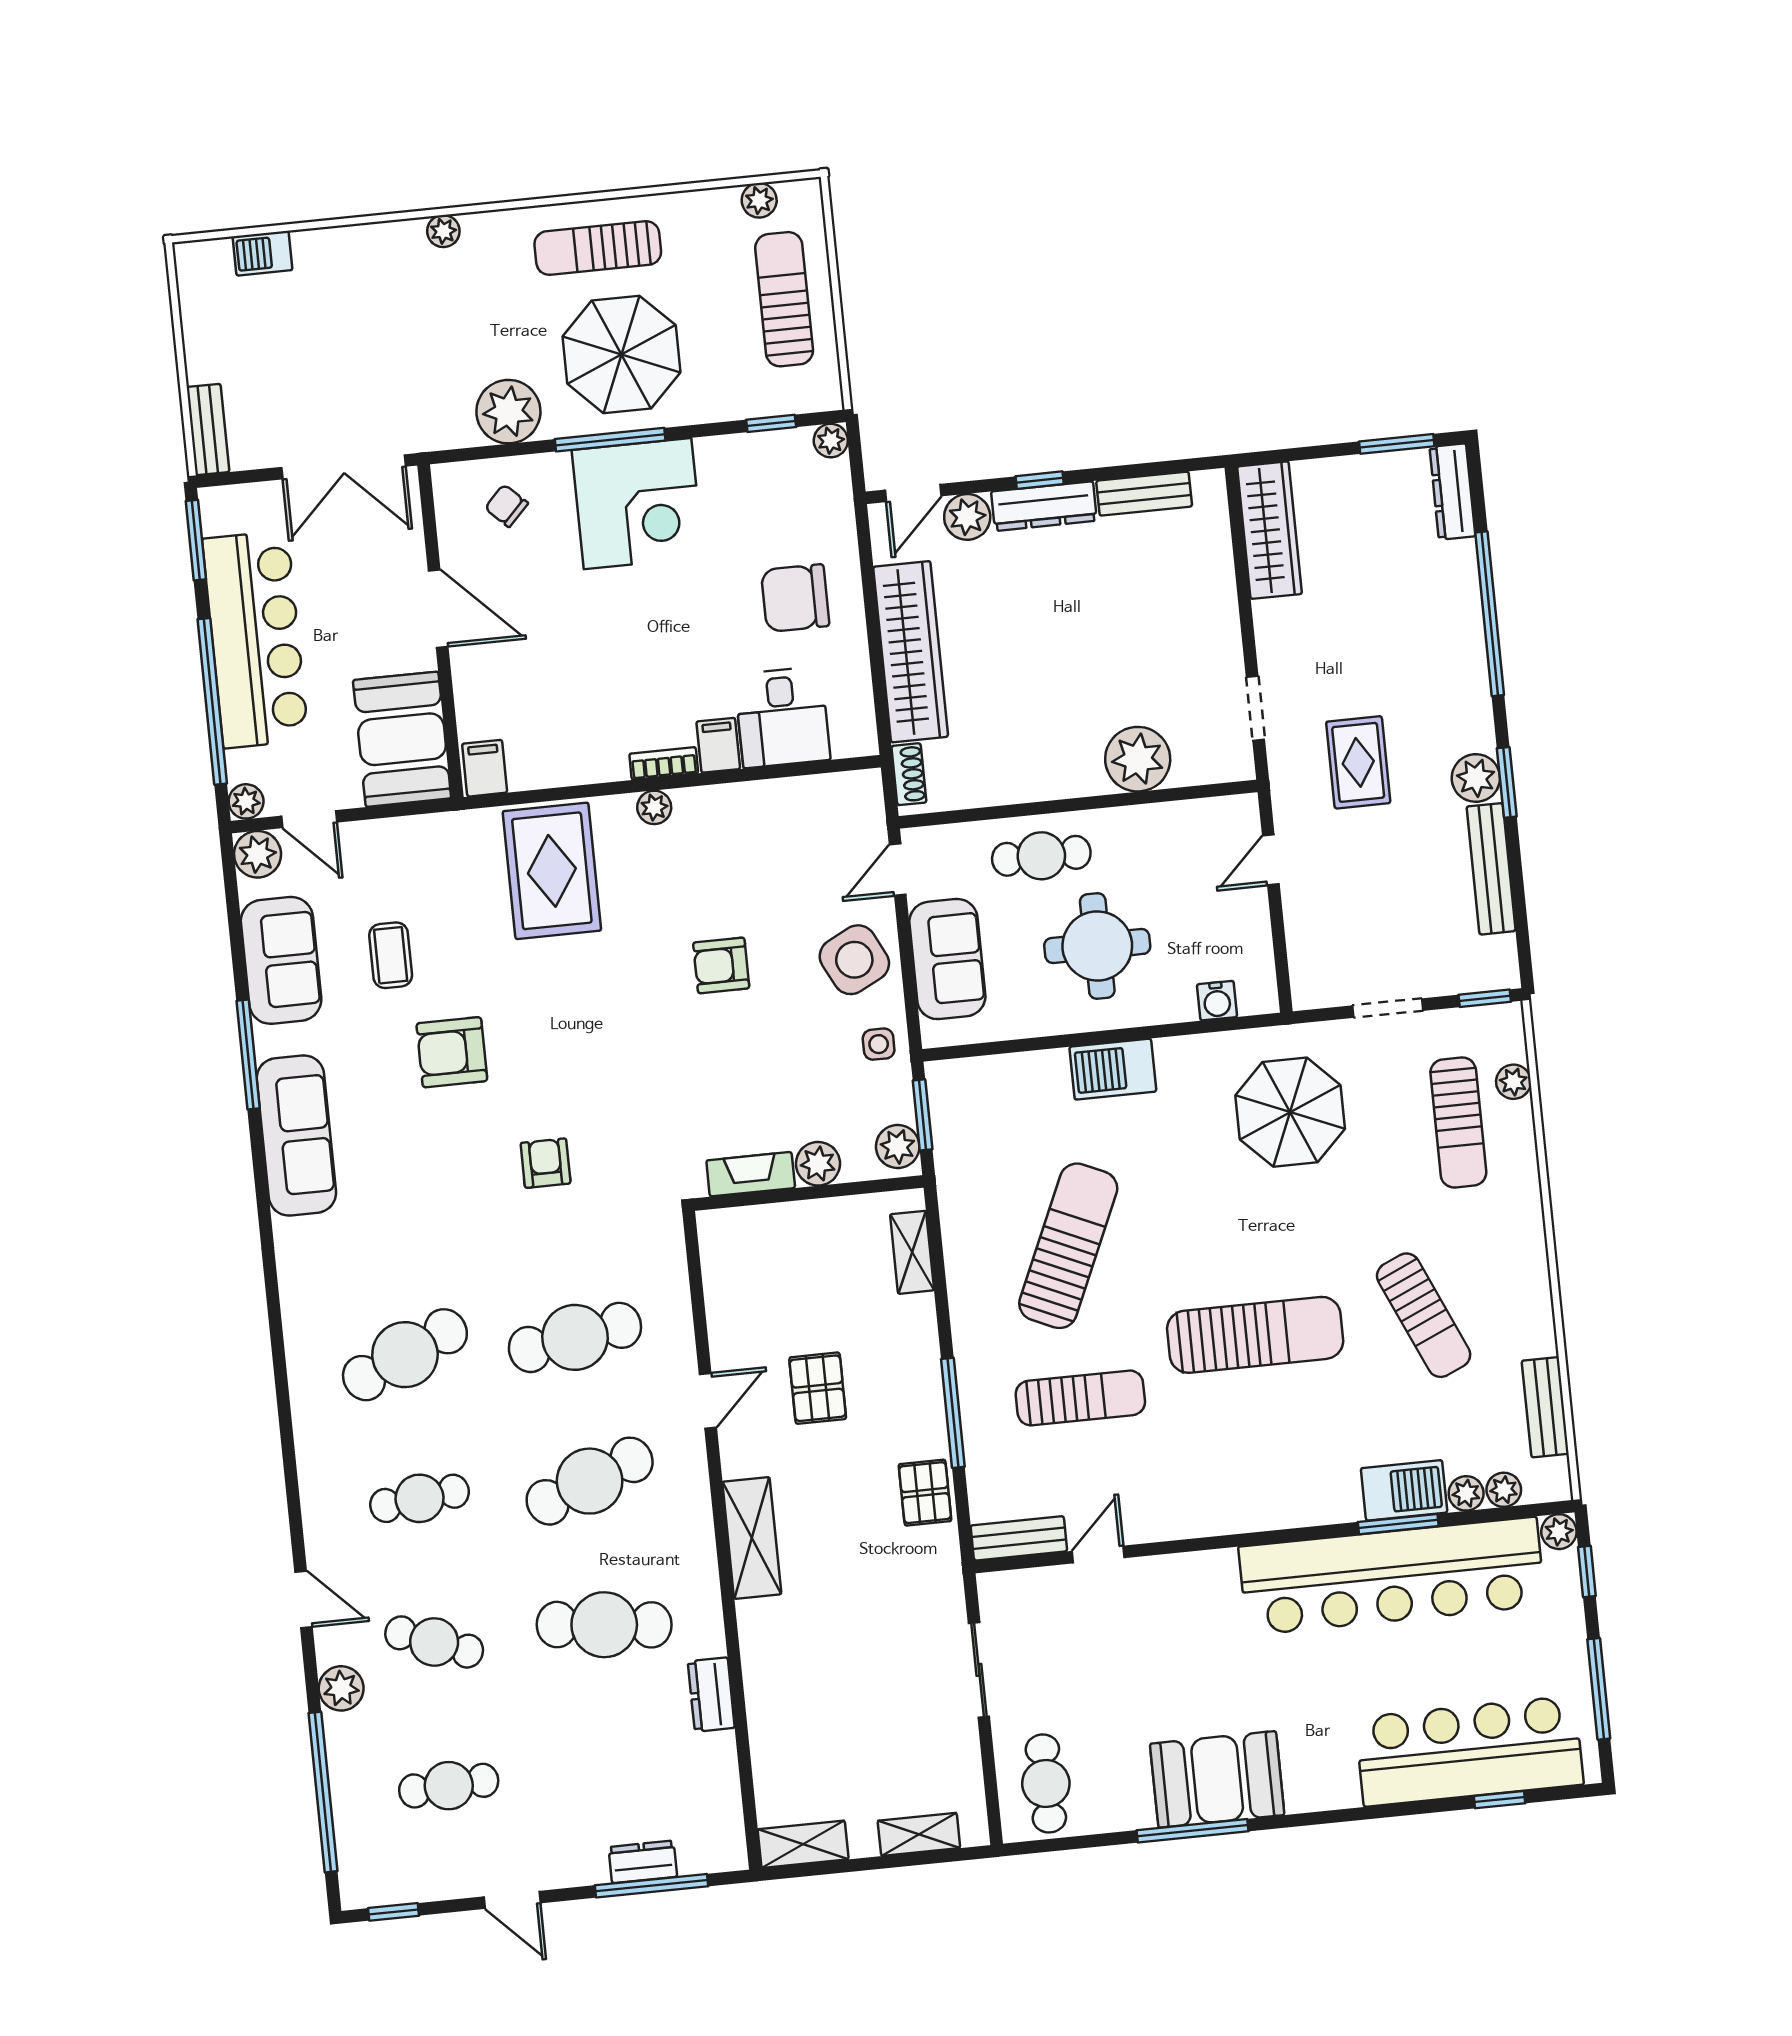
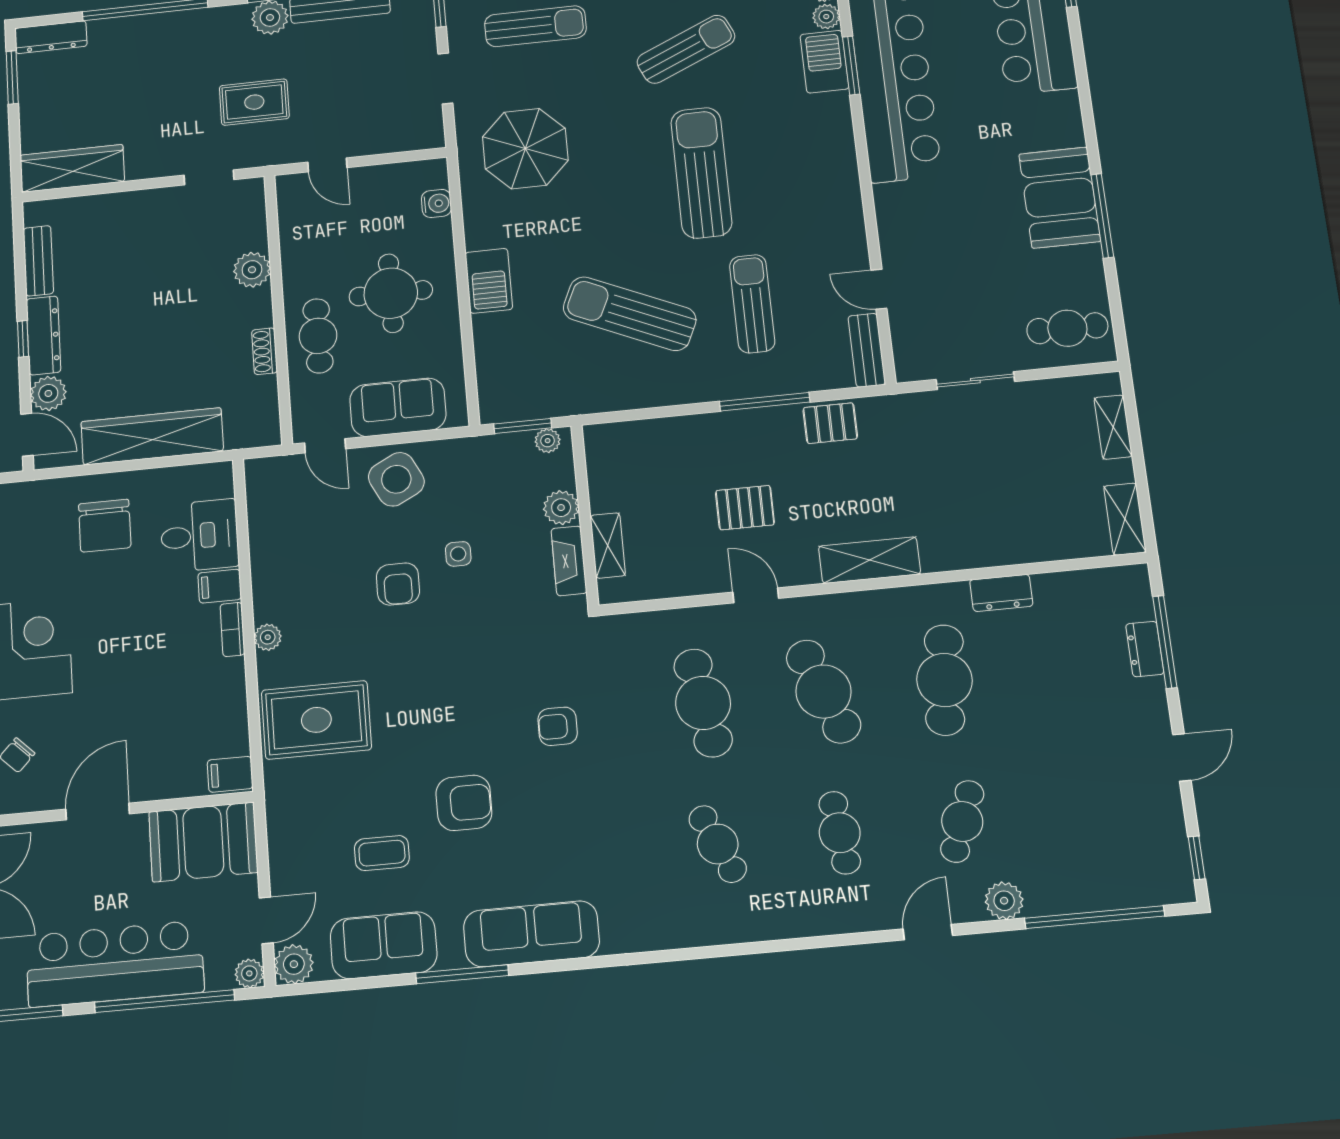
plant: (1138, 759) -> (252, 270), width x0.73, depth x0.73
shoe rack: (909, 774) -> (265, 351), moved, turned -90
side table: (879, 1044) -> (458, 554), moved
armchair: (452, 1052) -> (464, 803), turned -90
plant: (898, 1147) -> (548, 441), width x0.73, depth x0.73
shelving: (912, 1252) -> (608, 545), moved, turned 90
cafe table: (405, 1355) -> (718, 844), width x0.73, depth x0.74
cafe table: (449, 1786) -> (1085, 810), removed

